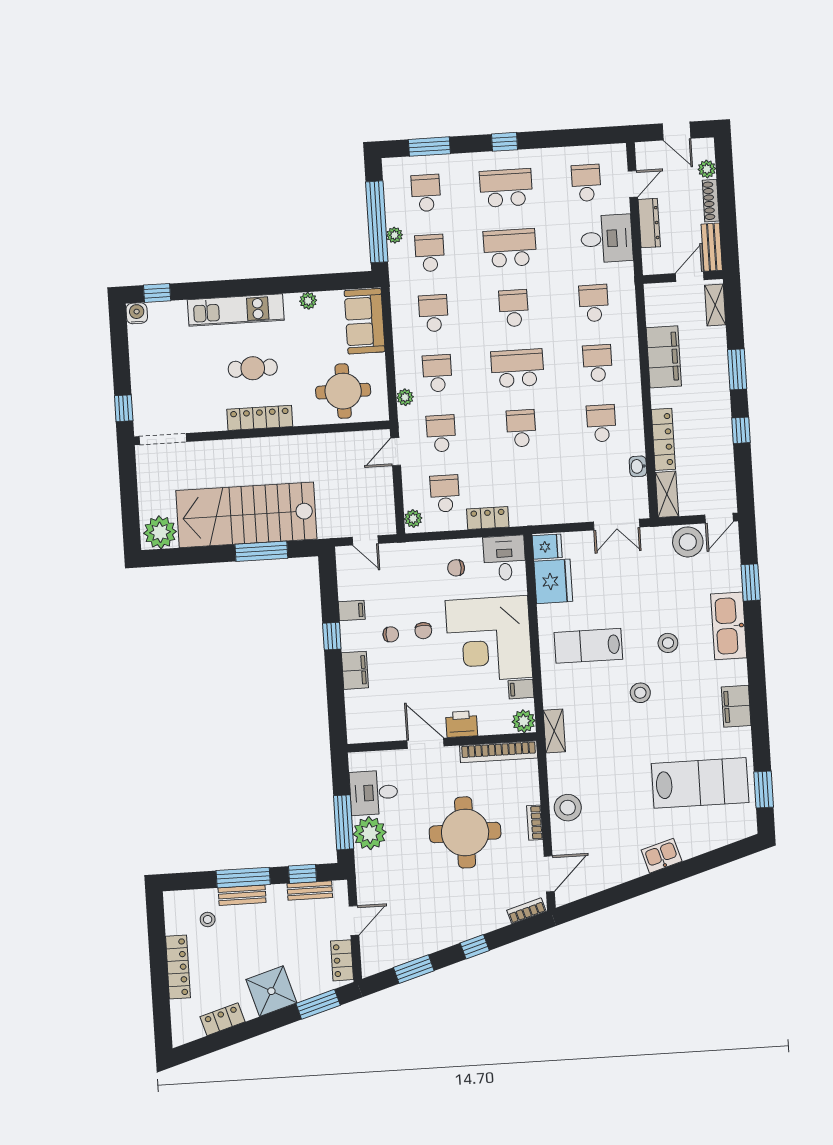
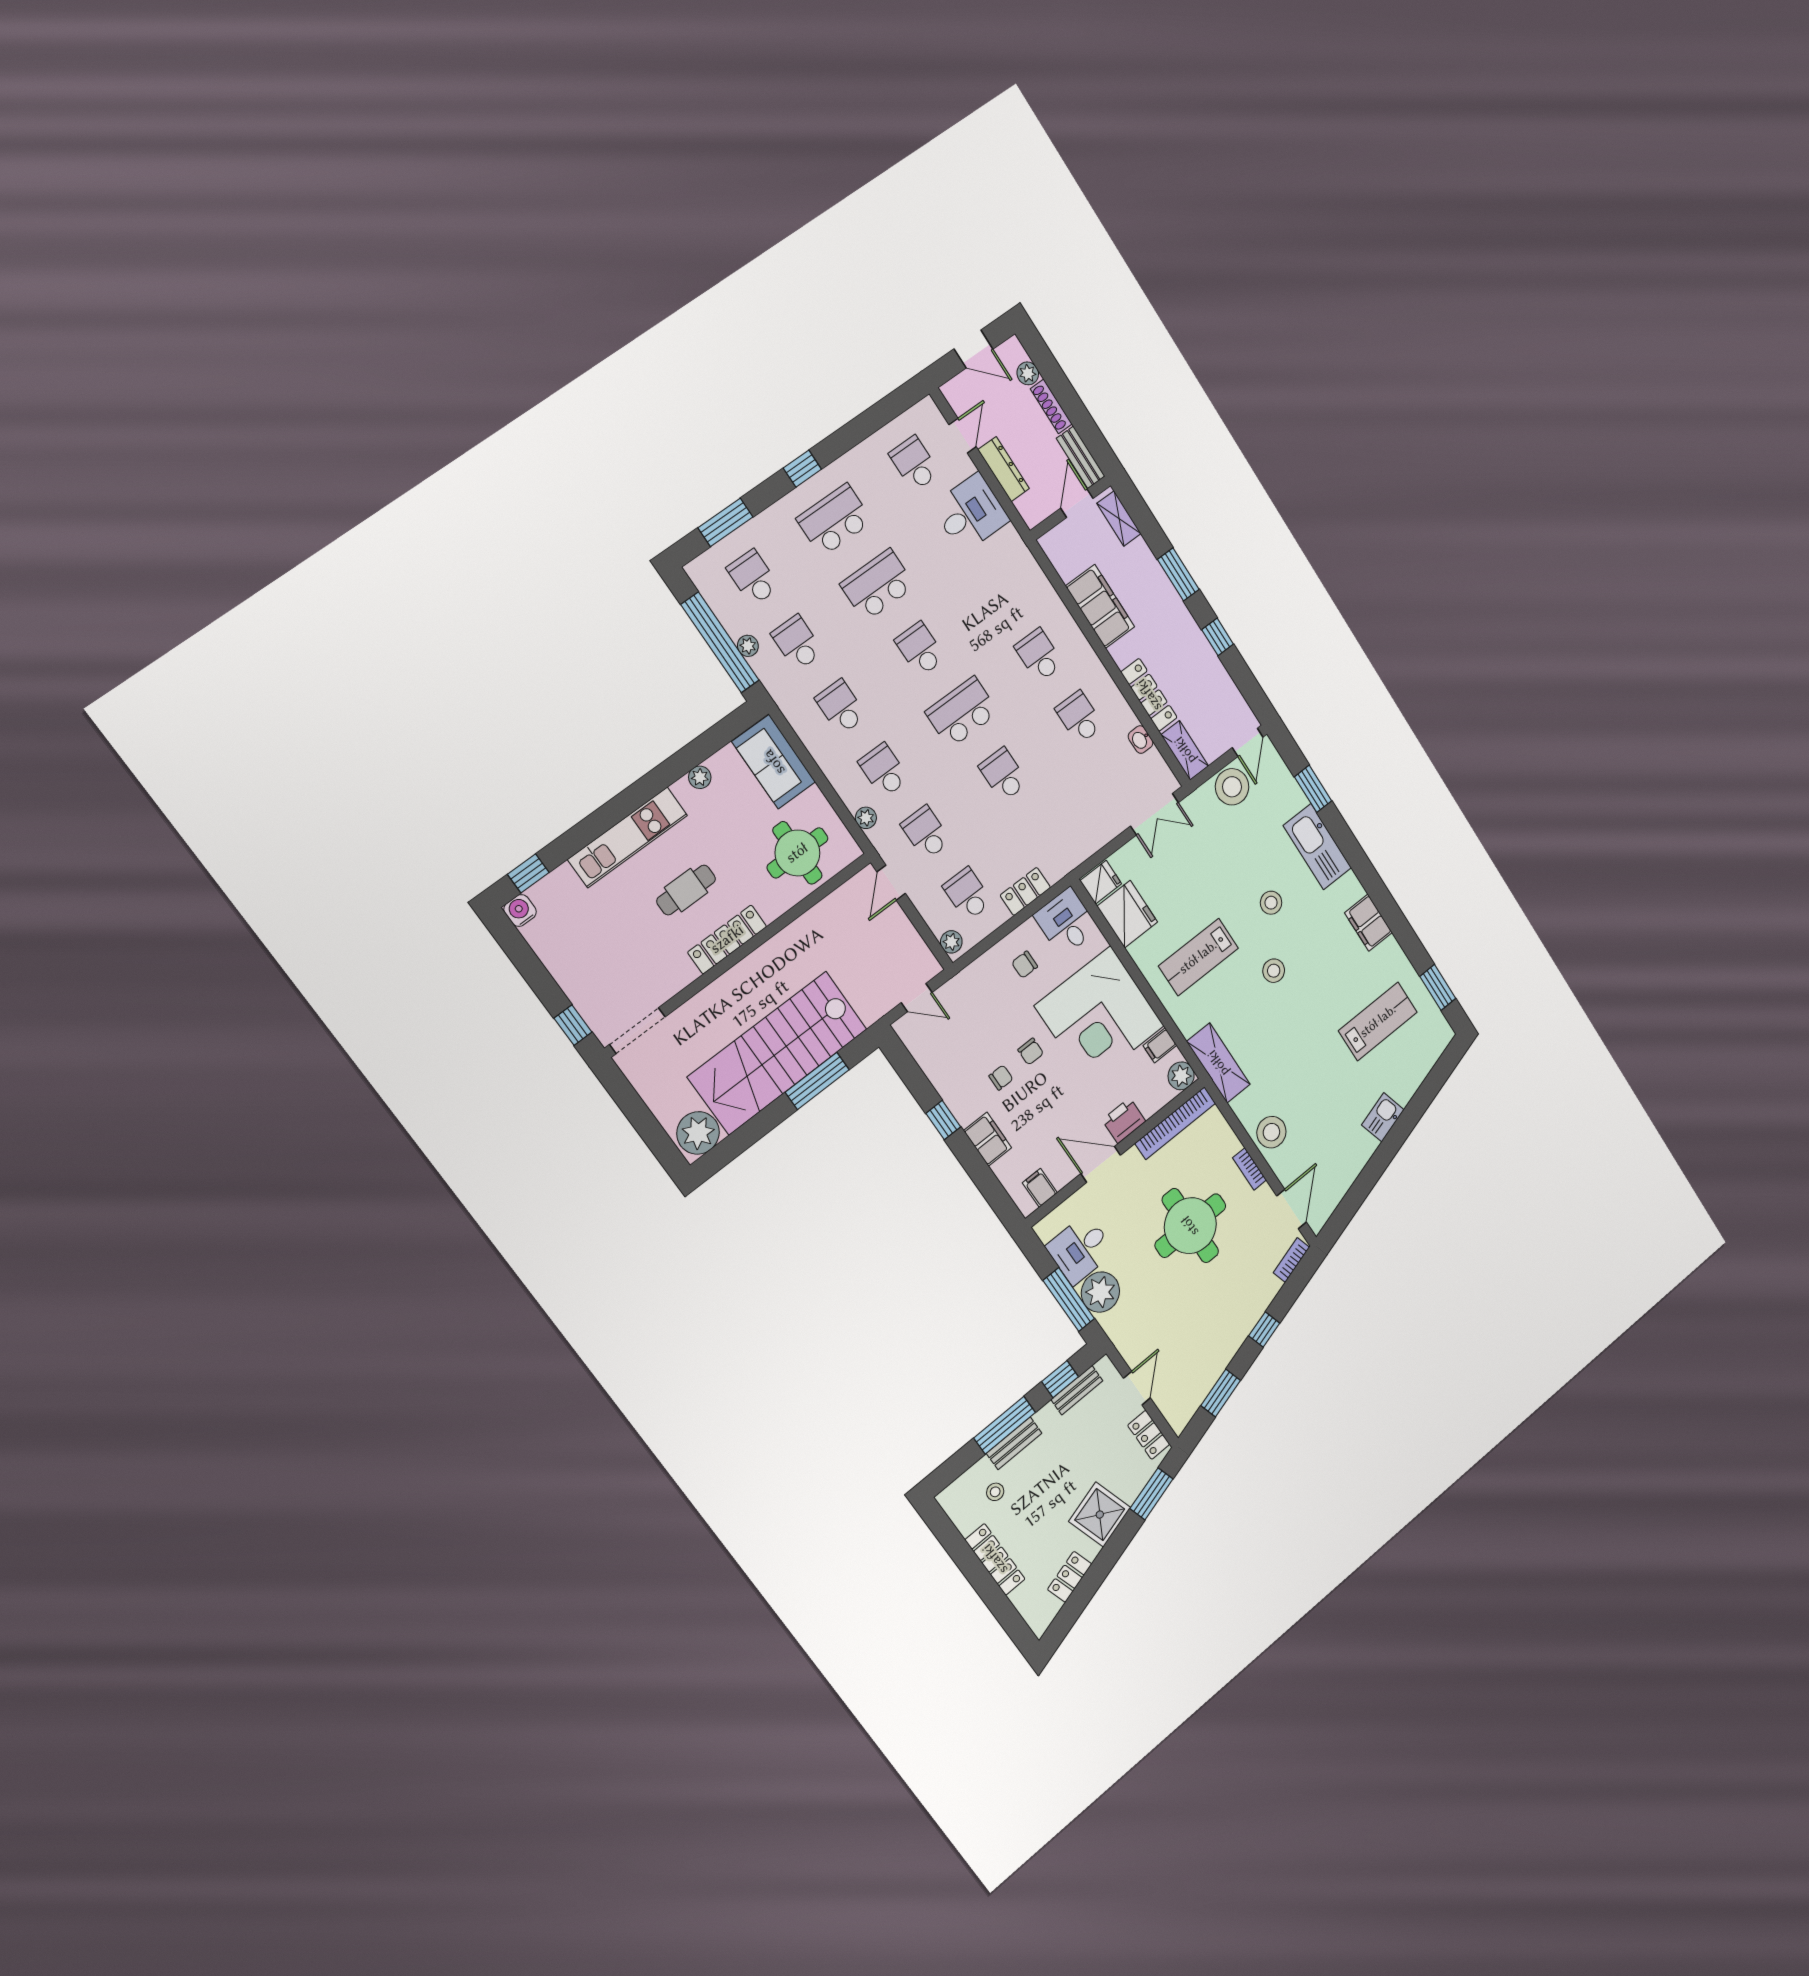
school desk: (594, 303) -> (998, 592), removed
filing cabinet: (352, 611) -> (1040, 1188), moved, turned -90
shelving: (554, 731) -> (1218, 1063), width x1.50, depth x1.33
lab bench: (700, 783) -> (1378, 1021), width x0.73, depth x0.72

